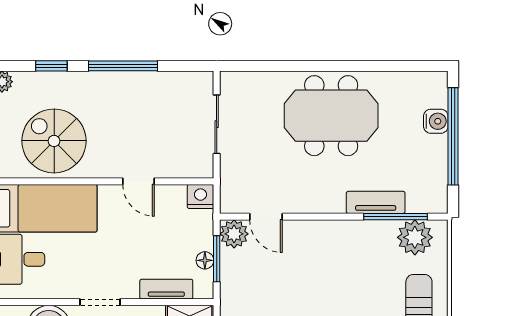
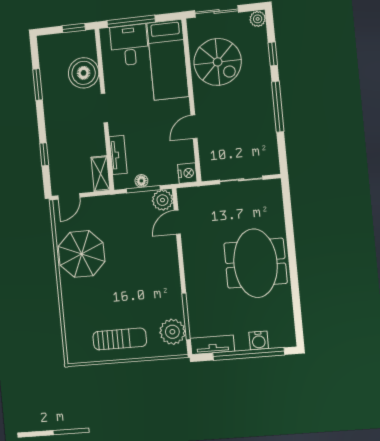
spiral stairs: (54, 141) -> (218, 62), turned 90
tv unit: (376, 202) -> (212, 345), moved, turned -90

